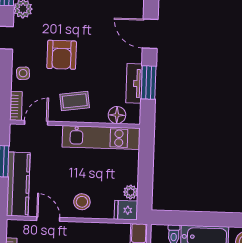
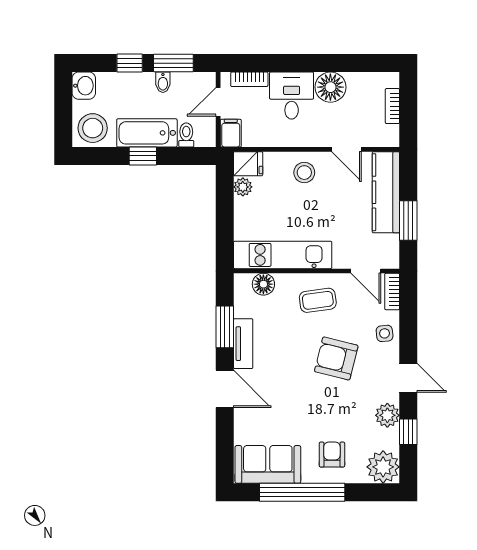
armchair: (62, 55) -> (336, 358), turned -76
tv unit: (134, 83) -> (243, 344), moved
door: (36, 123) -> (366, 271), hinge flipped
window: (208, 219) -> (143, 156), added

